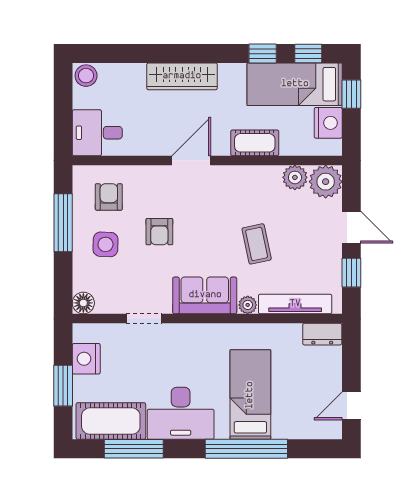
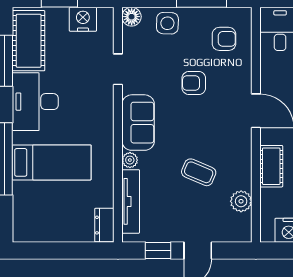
plant: (326, 182) -> (237, 228), removed
side table: (106, 244) -> (167, 23), moved
coffee table: (257, 244) -> (199, 172), moved, turned 35
door: (351, 406) -> (42, 251), removed

